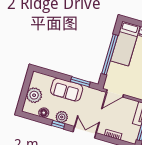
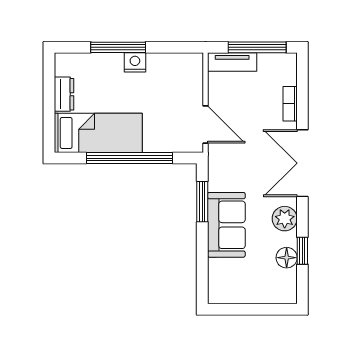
plant: (34, 95) -> (257, 288), removed
window: (58, 125) -> (302, 251), moved
double door: (85, 132) -> (302, 163), width x1.37

